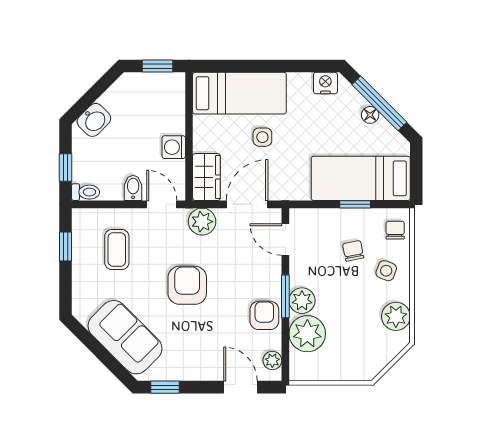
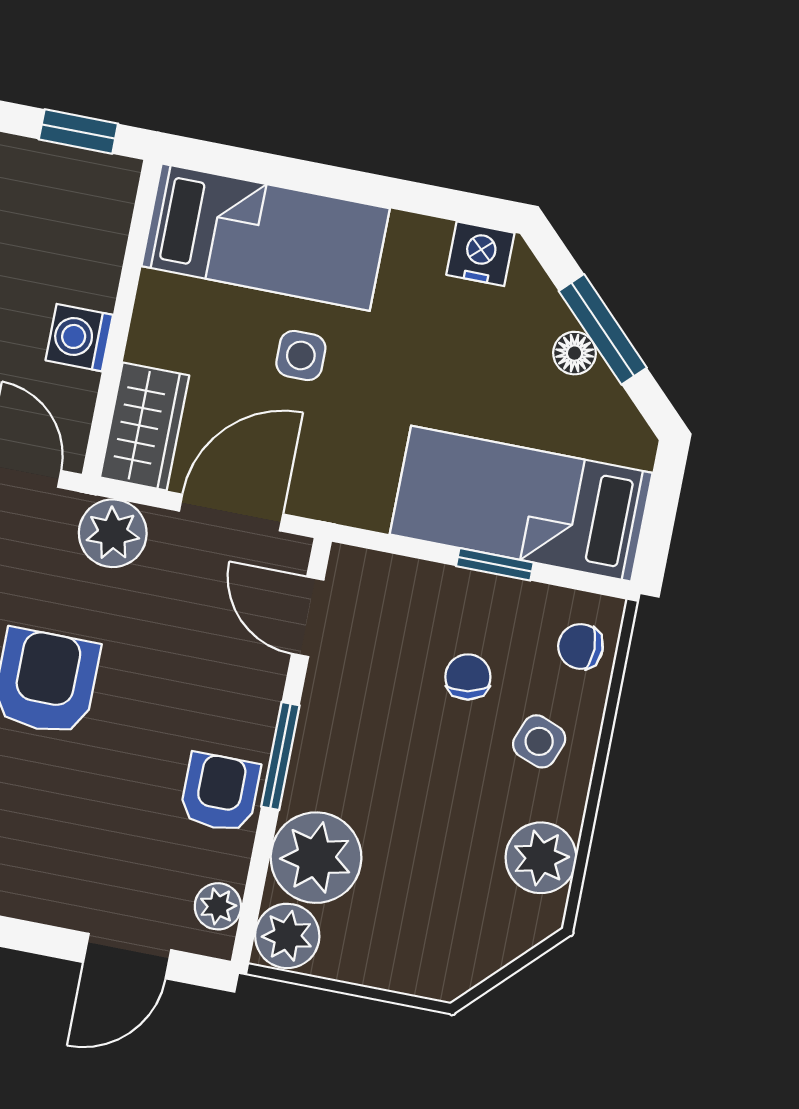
window: (379, 103) -> (603, 329), width x0.69
chair: (395, 230) -> (581, 646), turned -90
plant: (302, 301) -> (287, 936), moved
door: (240, 387) -> (127, 956), swing flipped

